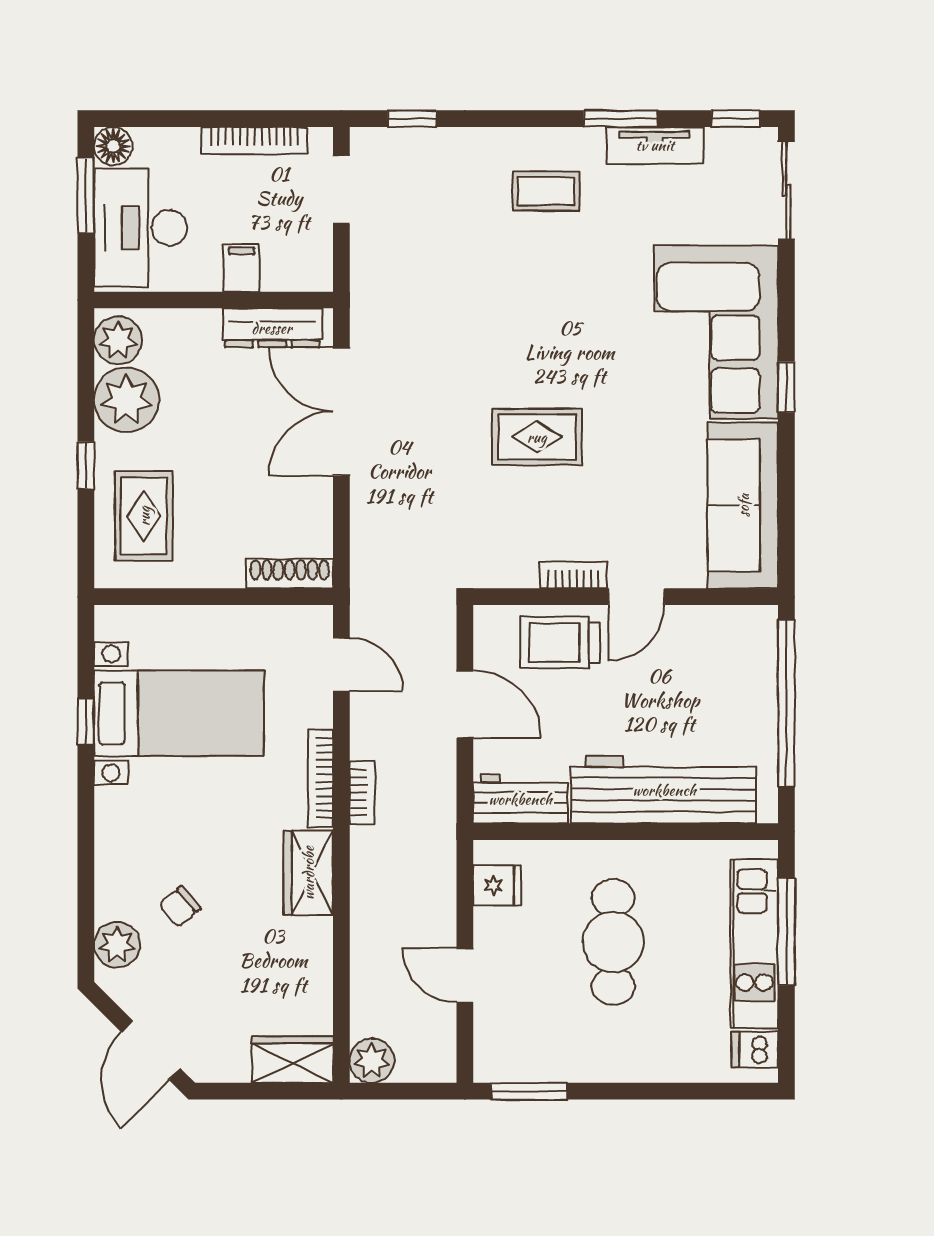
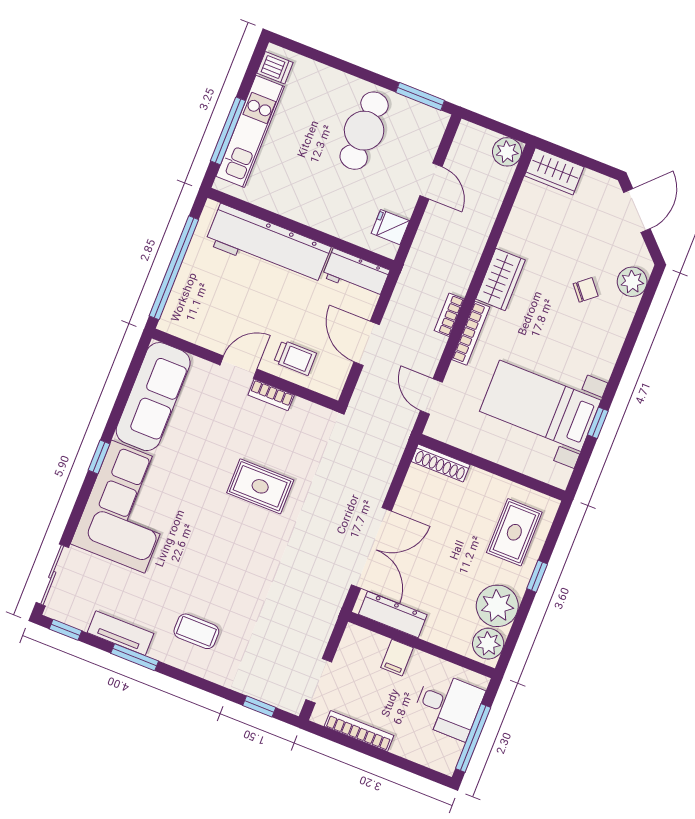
floor lamp: (113, 146) -> (445, 761), removed
window: (86, 195) -> (473, 738), width x1.44
desk: (141, 228) -> (448, 706), width x0.73
trolley: (560, 642) -> (295, 358), width x0.73, depth x0.72
cafe table: (613, 942) -> (364, 131), moved

